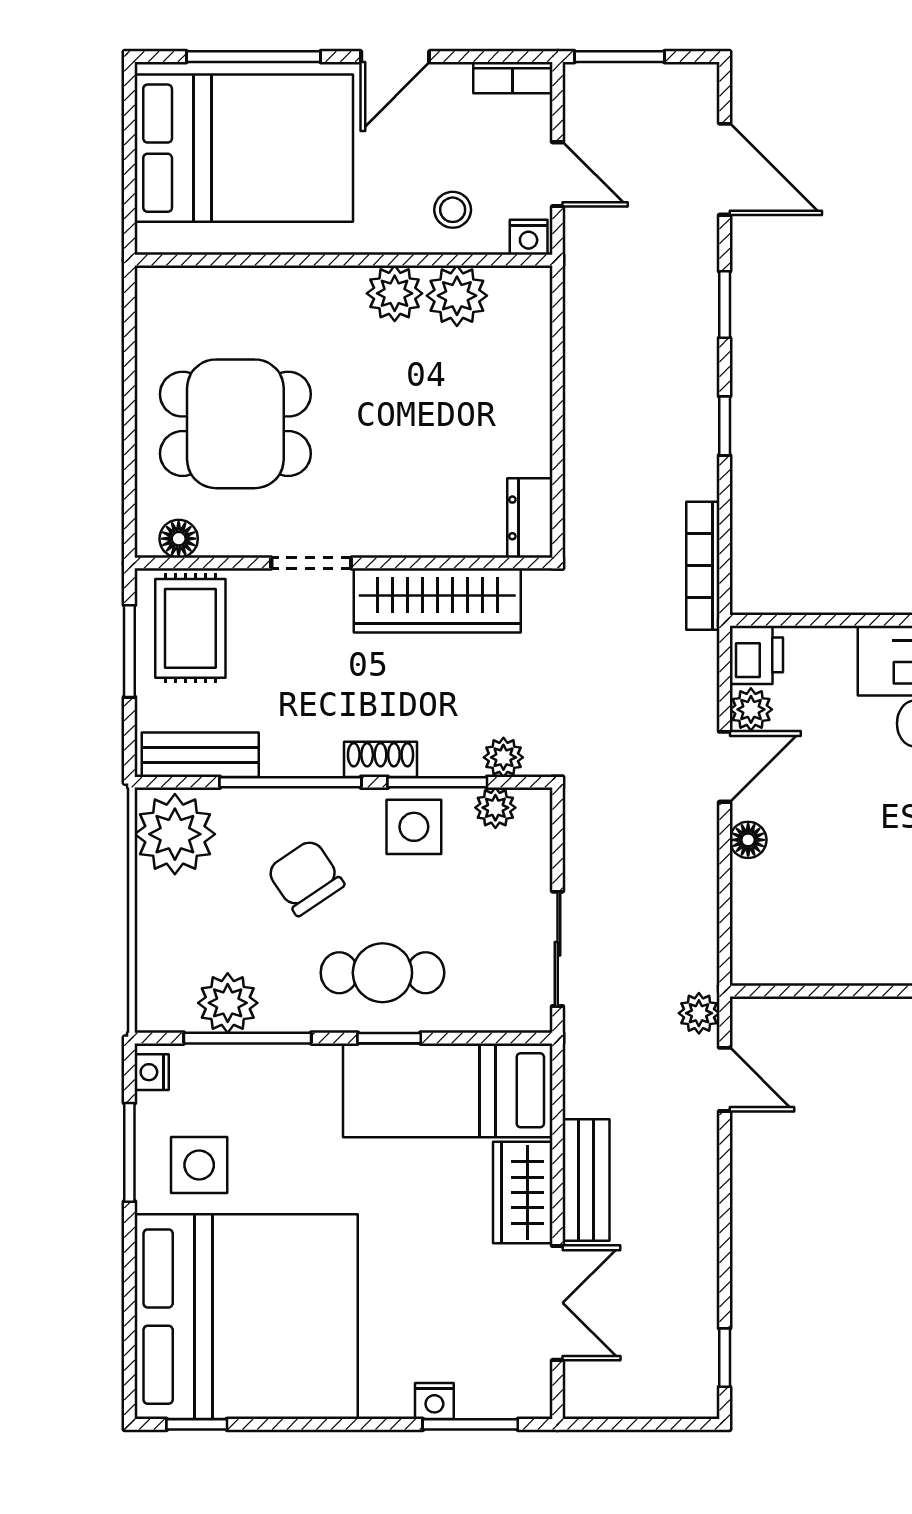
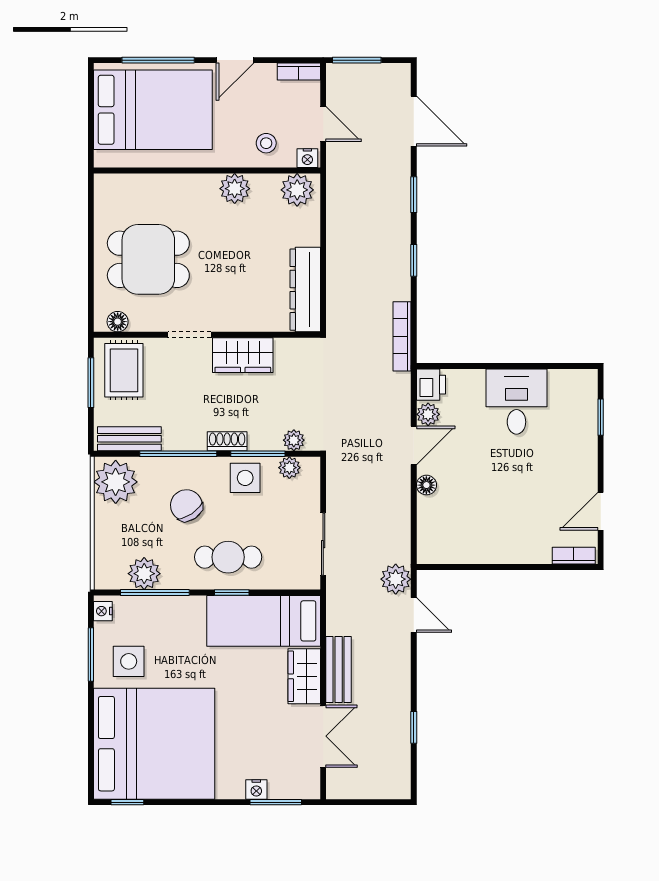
plant: (457, 296) -> (297, 190), moved
dresser: (530, 518) -> (305, 290), width x1.96, depth x1.24
wardrobe: (437, 600) -> (243, 355), width x0.67
plant: (699, 1013) -> (396, 579), width x1.38, depth x1.38
window: (725, 1358) -> (414, 727), moved

